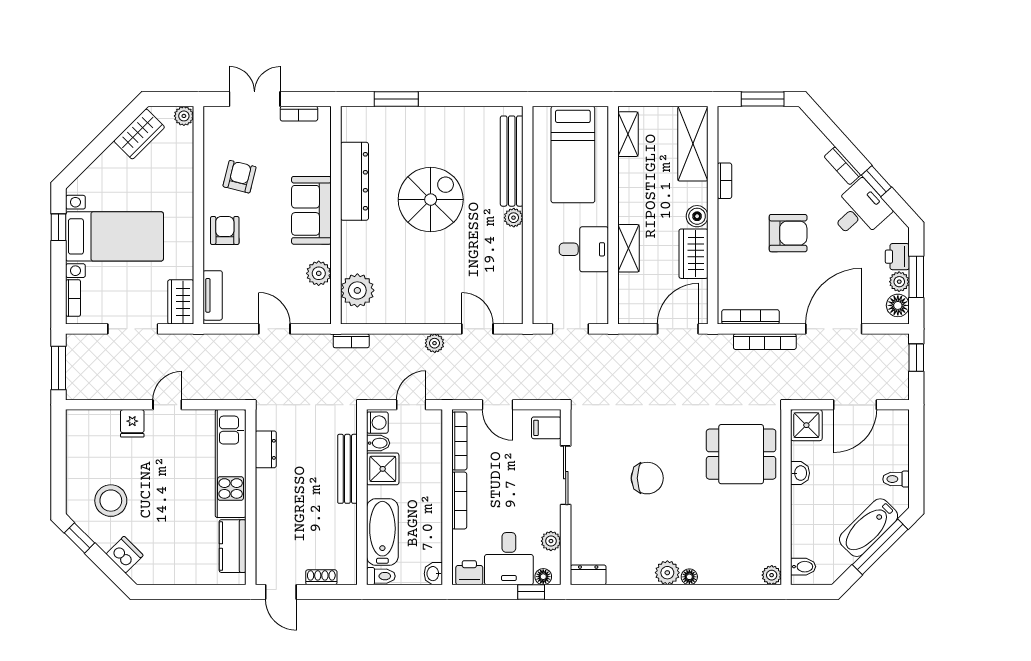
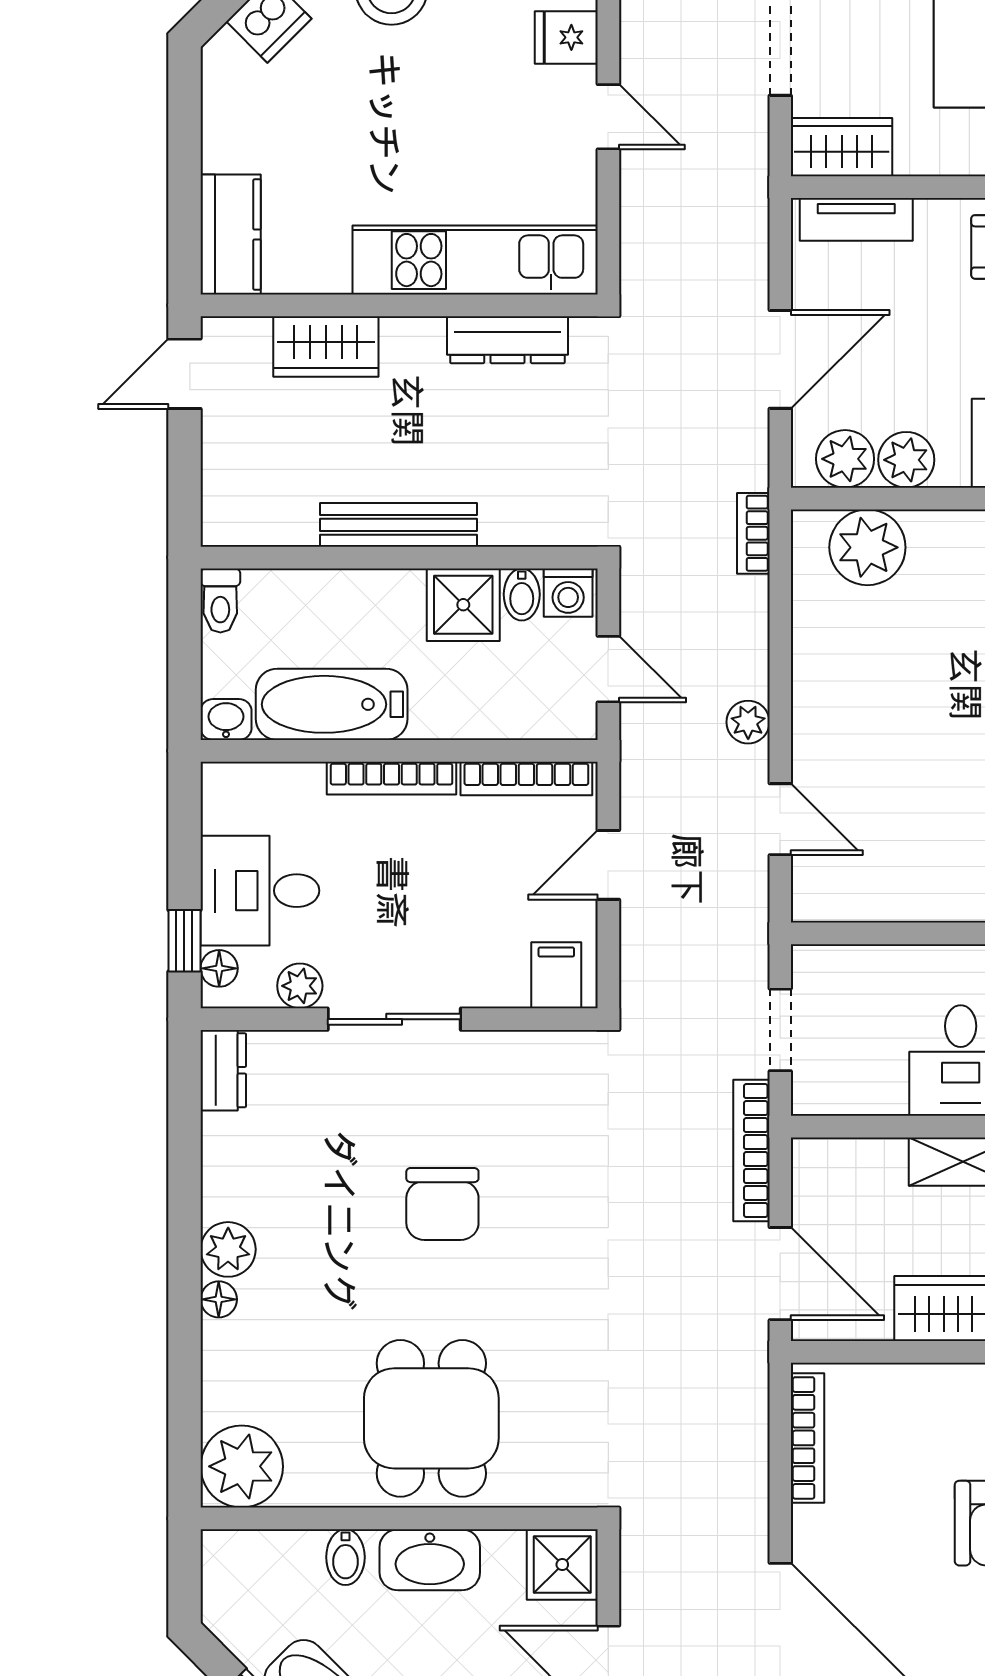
plant: (318, 300) -> (845, 459), added
door: (274, 329) -> (780, 359), width x1.38
door: (477, 329) -> (780, 819), hinge flipped
bookcase: (765, 342) -> (751, 1151), moved
dresser: (266, 449) -> (508, 340), width x1.44
dining table: (741, 454) -> (431, 1418), moved
bench: (347, 469) -> (399, 525), moved
washbasin: (800, 473) -> (430, 1560), width x1.91, depth x1.45
sliding door: (566, 475) -> (394, 1019), moved
wardrobe: (269, 530) -> (326, 346), added
bathtub: (382, 532) -> (332, 704), moved, turned 180
kitchen counter: (233, 546) -> (231, 234), moved, turned 90
bidet: (803, 567) -> (345, 1557), moved
printer: (469, 573) -> (228, 801), removed
plant: (772, 575) -> (242, 1466), width x1.88, depth x1.88
shoe rack: (321, 577) -> (218, 466), removed

